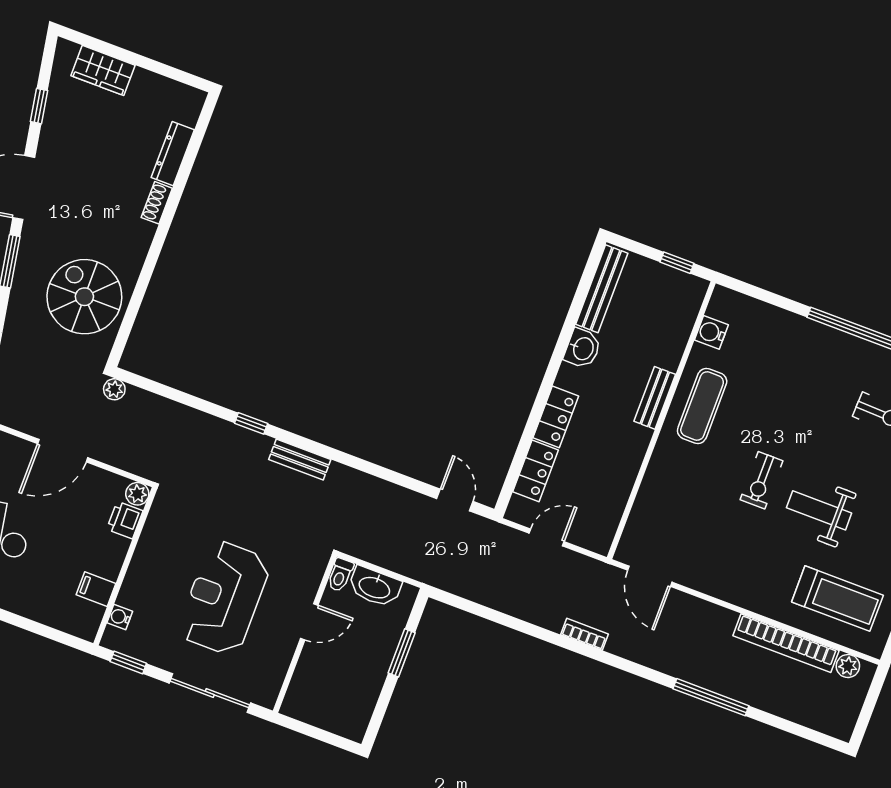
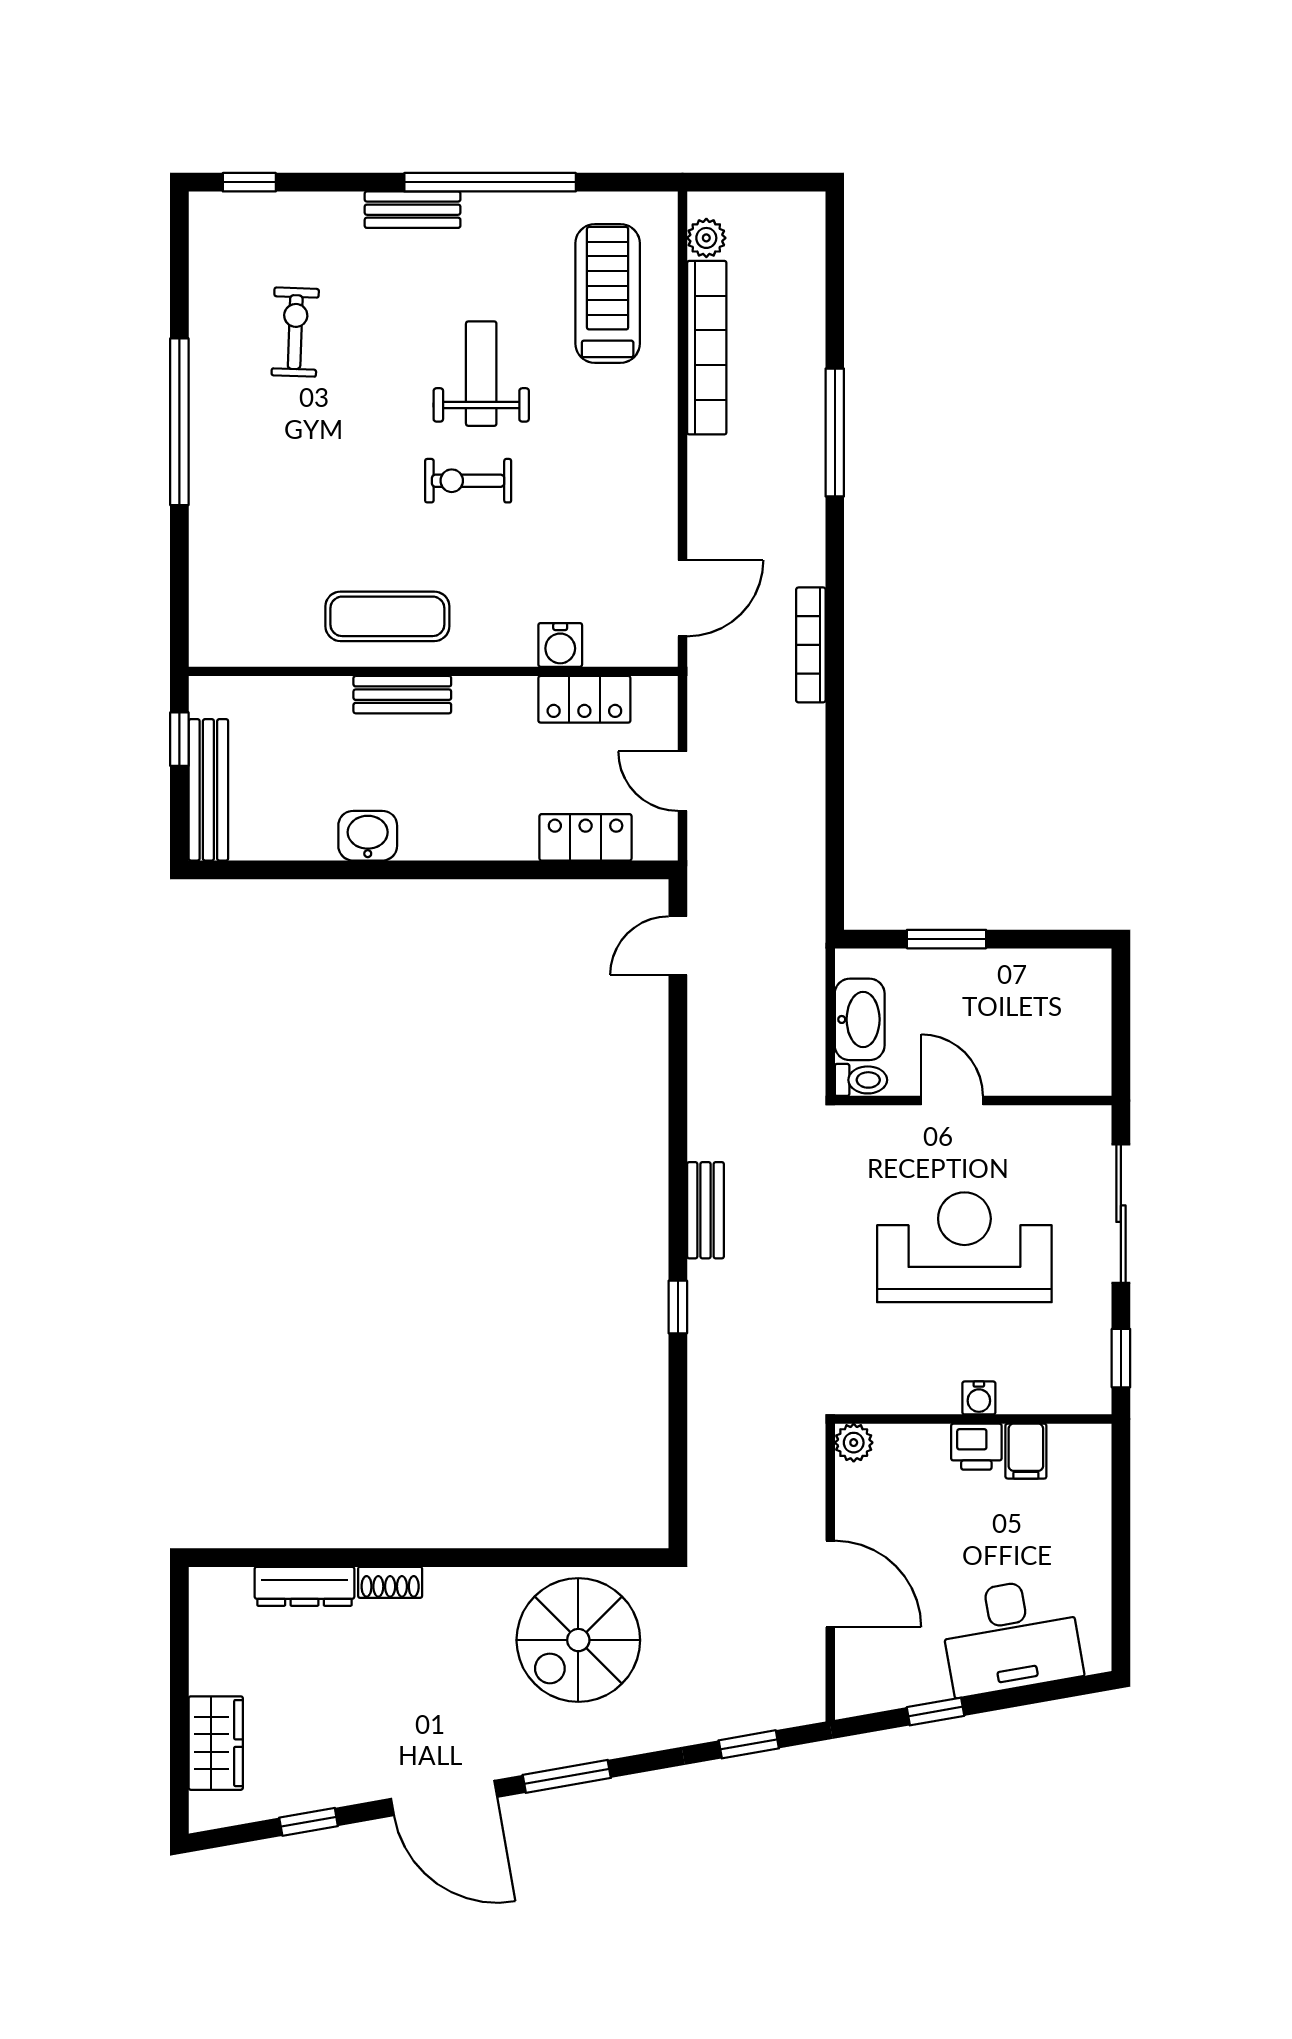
bench: (602, 289) -> (208, 790), moved, turned 90
water cooler: (711, 332) -> (560, 645), moved
plant: (114, 389) -> (705, 1539), removed
locker: (556, 417) -> (584, 699), moved, turned 180
exercise bike: (761, 480) -> (468, 481), turned 180
weight bench: (819, 510) -> (481, 374), turned 180
printer: (125, 520) -> (976, 1447), moved
reception desk: (224, 598) -> (964, 1247), turned 180
water cooler: (120, 617) -> (979, 1398), moved
bookcase: (585, 634) -> (811, 645), width x1.56

